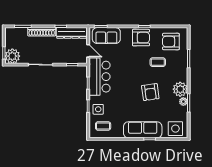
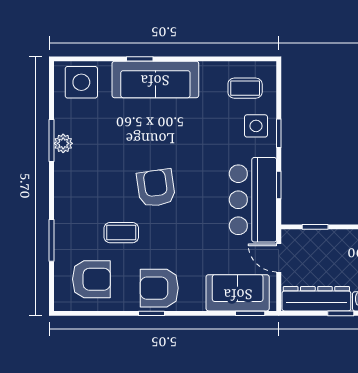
plant: (180, 89) -> (70, 171), removed
armchair: (150, 92) -> (156, 188), moved

